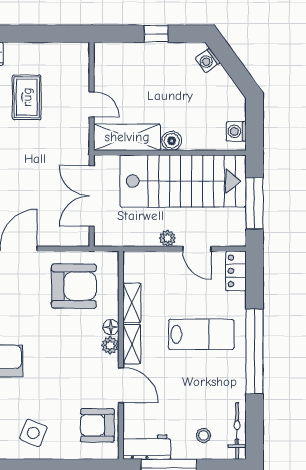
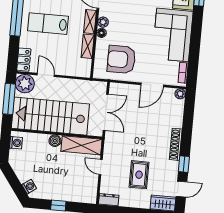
dresser: (73, 51) -> (109, 200), added
plant: (168, 238) -> (25, 84), moved, width x1.88, depth x1.88

